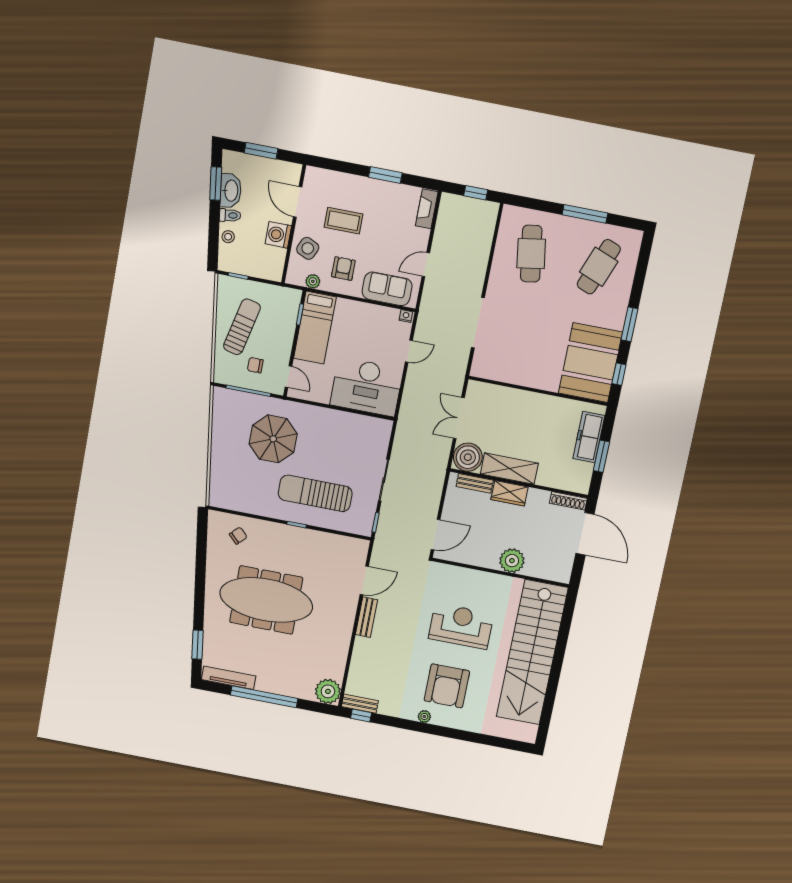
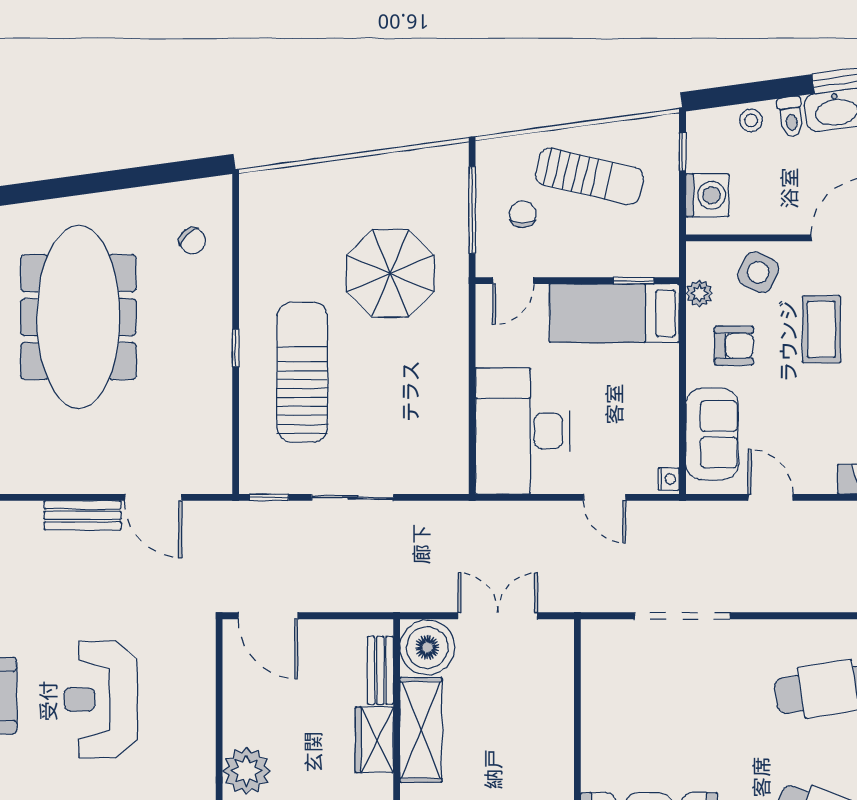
washing machine: (278, 235) -> (707, 195), moved, turned 90
reception desk: (461, 626) -> (101, 699), turned 180

